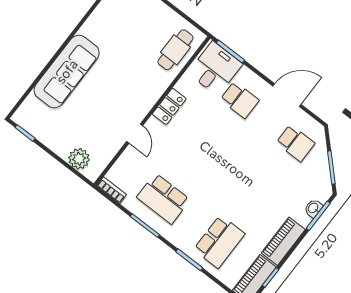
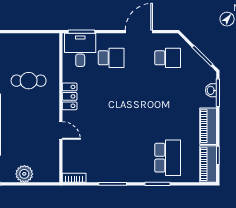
cafe table: (175, 50) -> (29, 81), moved, turned 90
plant: (79, 159) -> (24, 174), moved
school desk: (163, 199) -> (111, 158), removed

